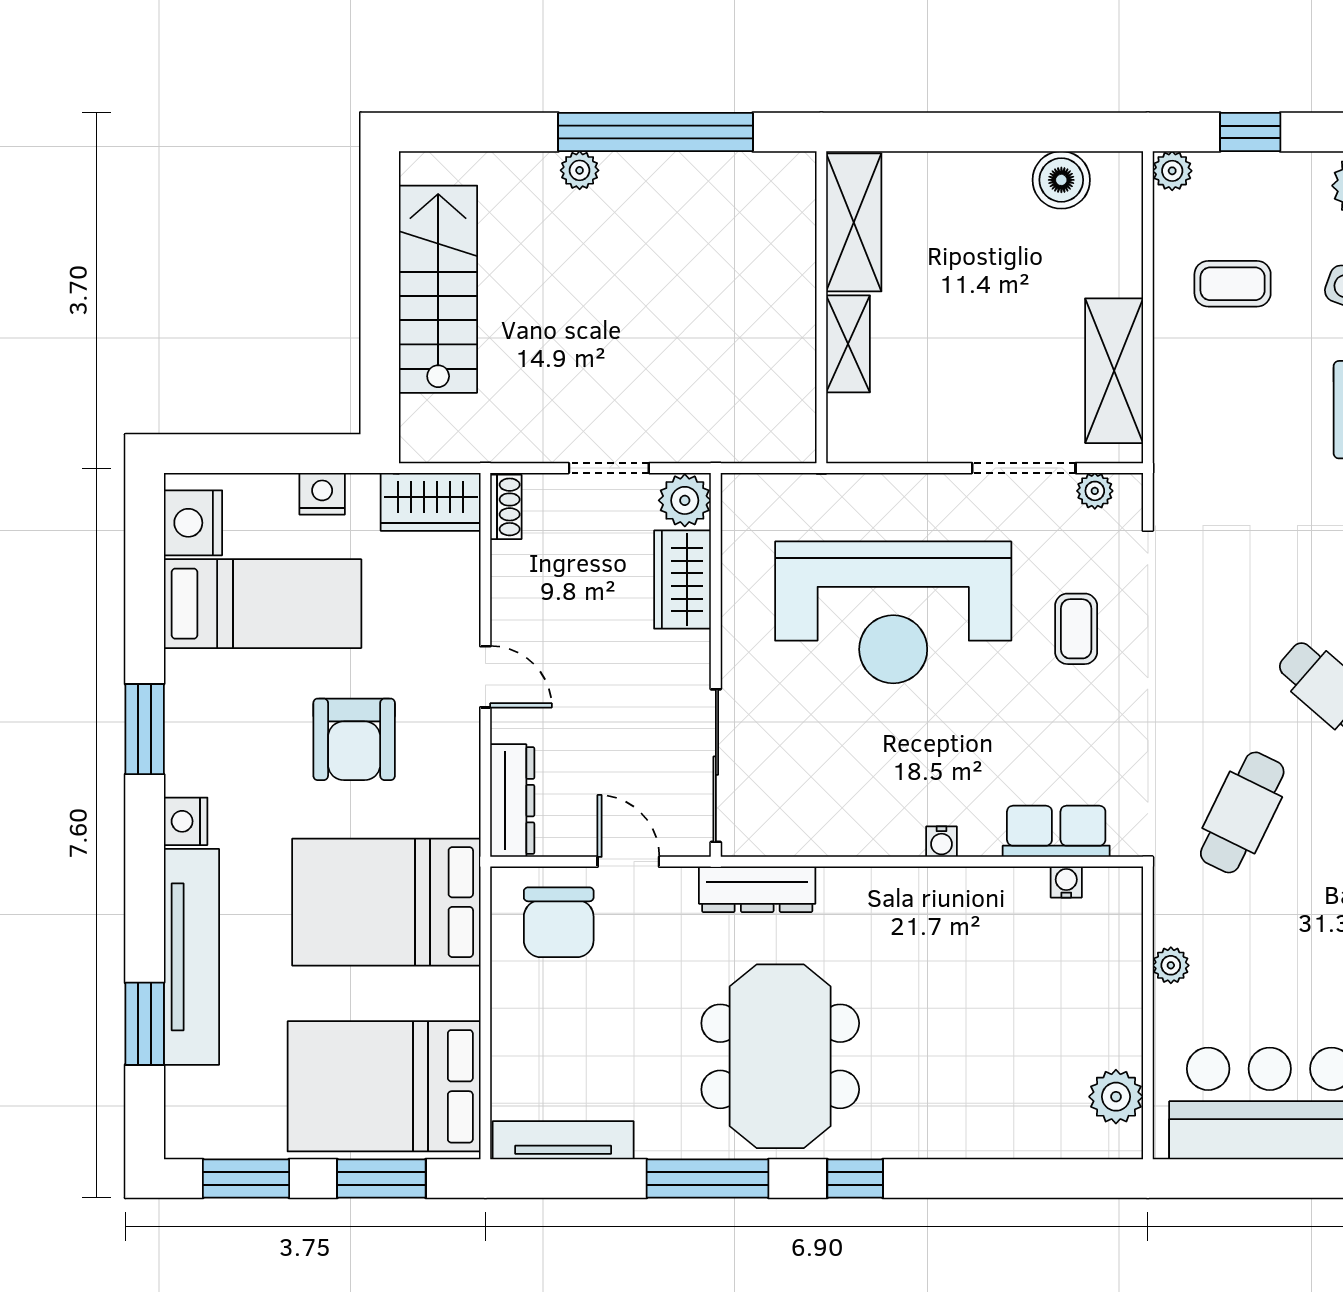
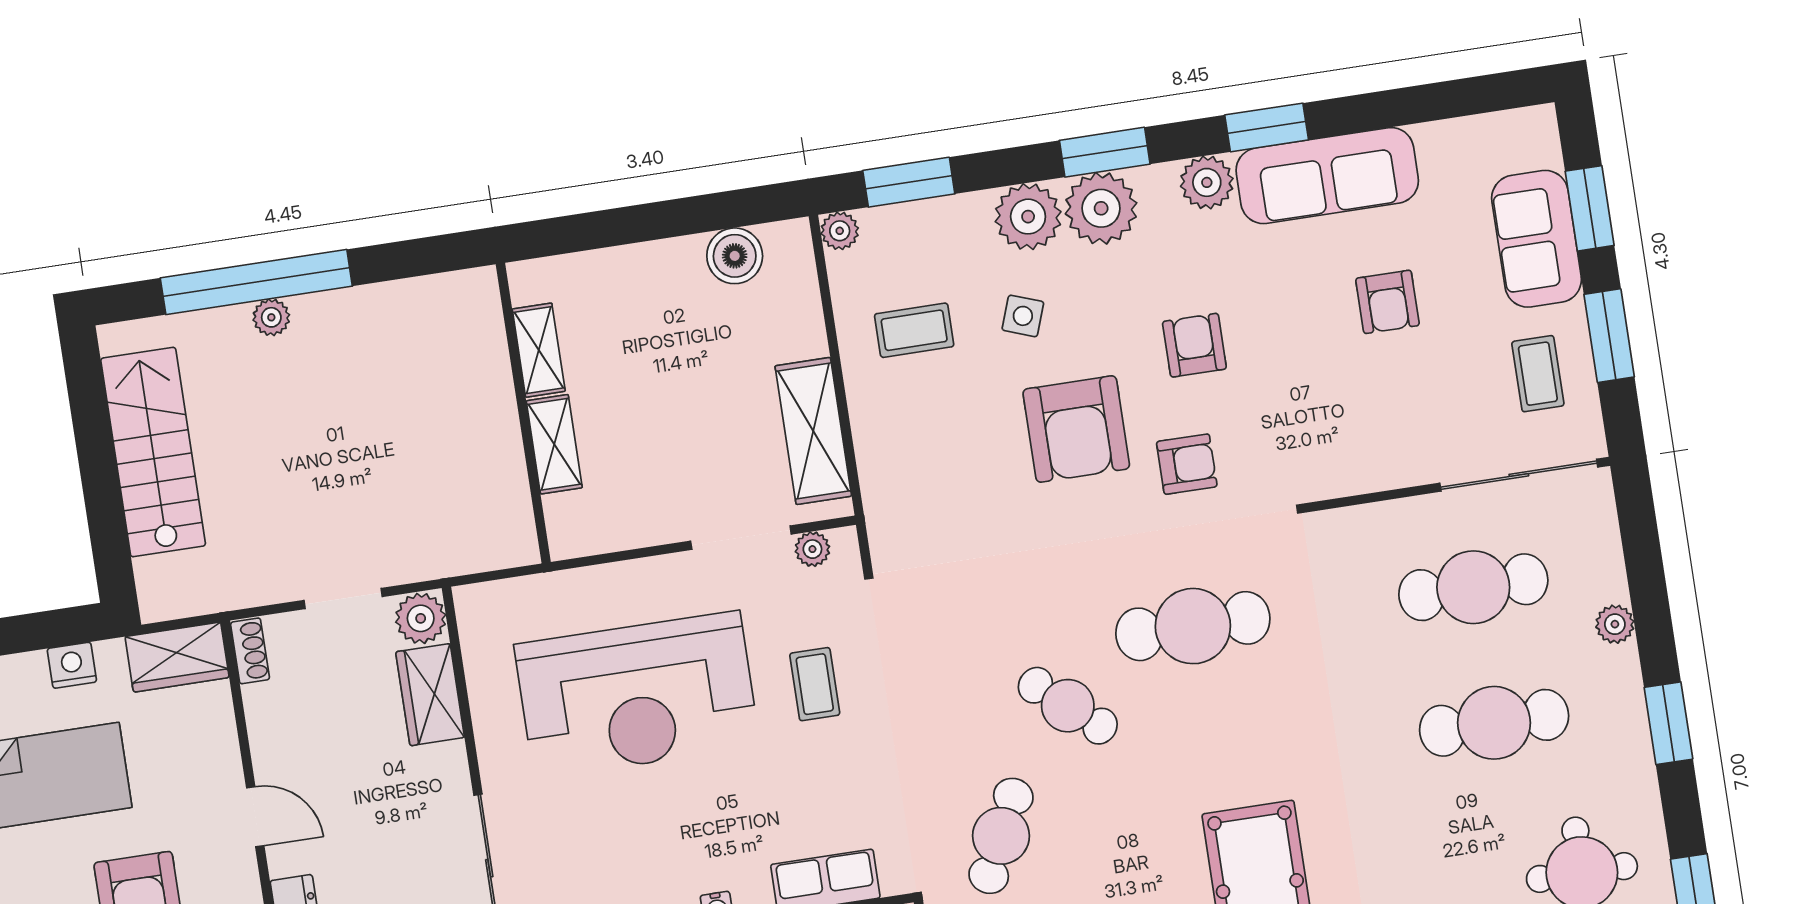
window: (655, 132) -> (256, 282), moved
window: (1250, 132) -> (909, 182), width x1.50
shelving: (854, 222) -> (539, 350), width x0.67, depth x0.75

